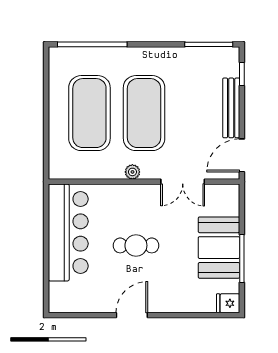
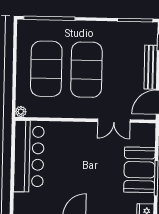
plant: (132, 172) -> (21, 112), moved
cafe table: (136, 245) -> (78, 167), removed

